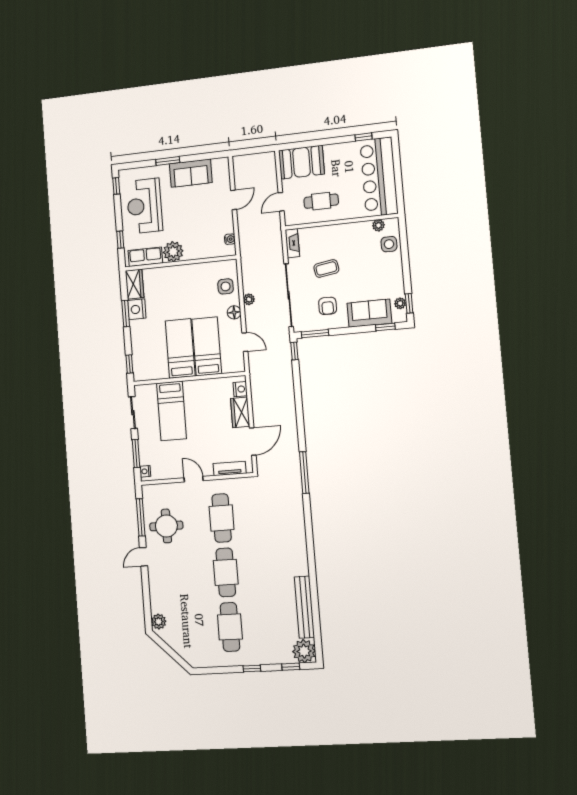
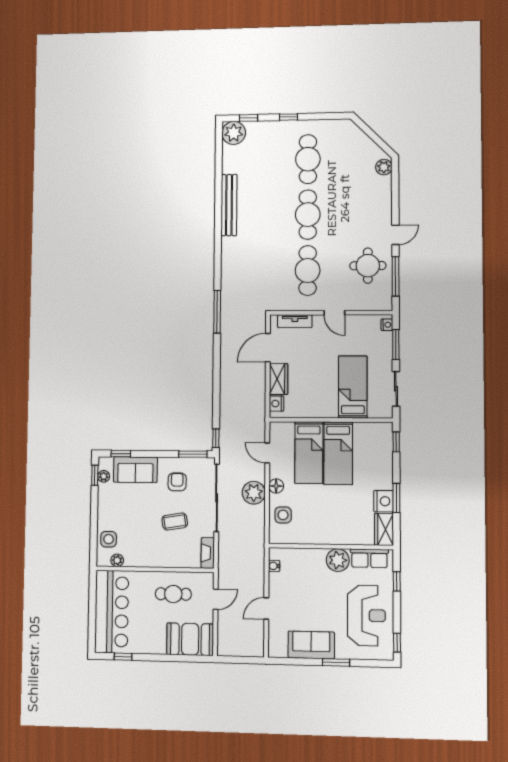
plant: (249, 299) -> (254, 493), width x1.88, depth x1.88
bench: (305, 607) -> (229, 205), moved

